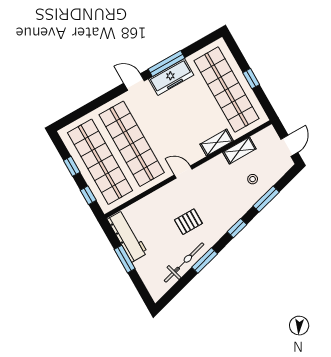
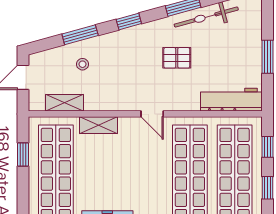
window: (251, 79) -> (23, 154), moved
shelving: (239, 150) -> (64, 103), moved
workbench: (128, 236) -> (231, 100), moved, turned 90

